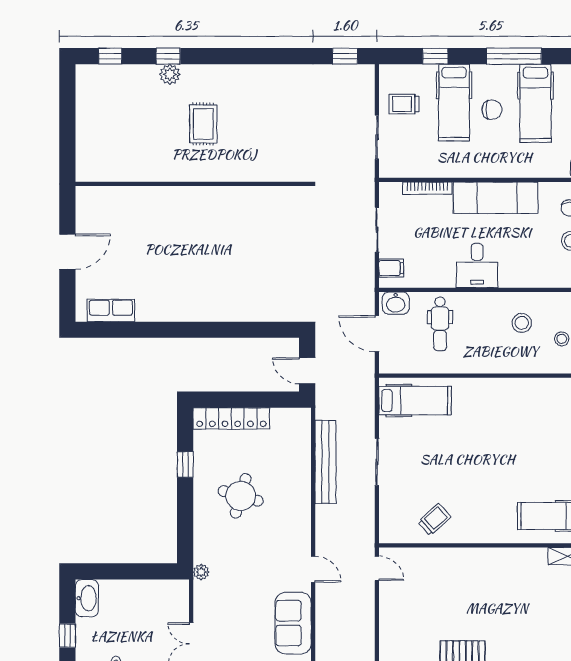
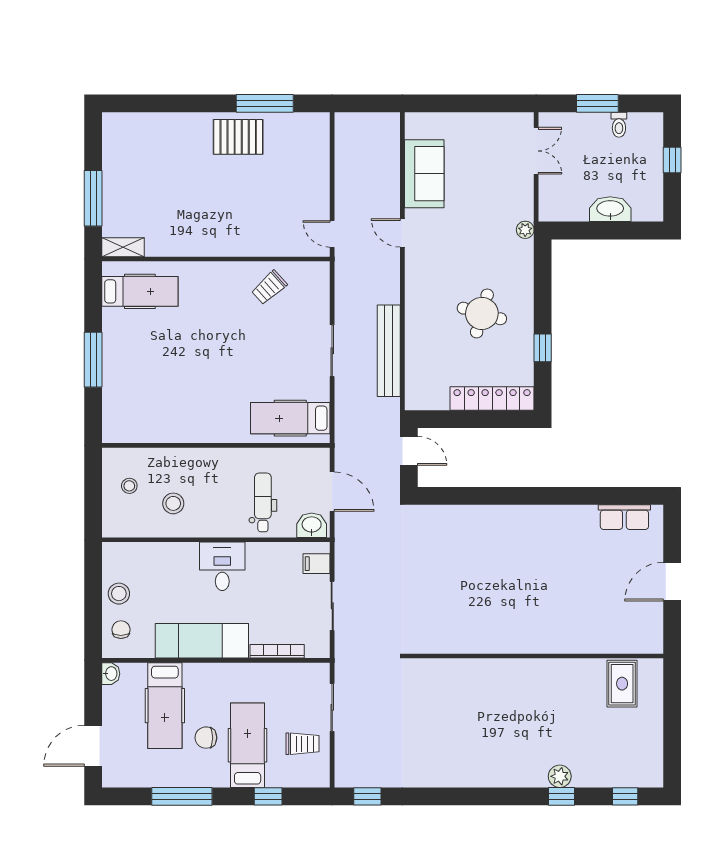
hospital bed: (535, 103) -> (165, 706), moved, turned 180
rug: (203, 124) -> (622, 684), moved
washbasin: (87, 598) -> (610, 209), moved, turned 90

